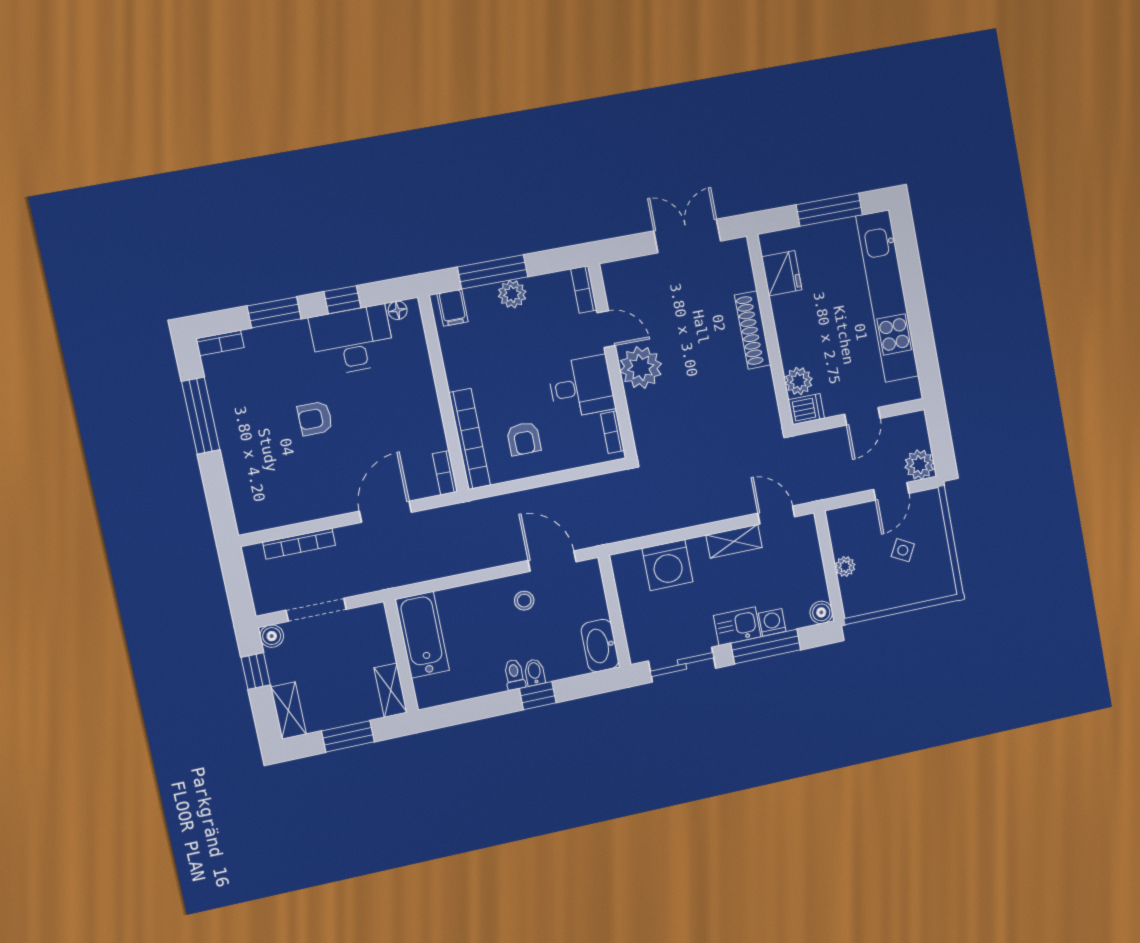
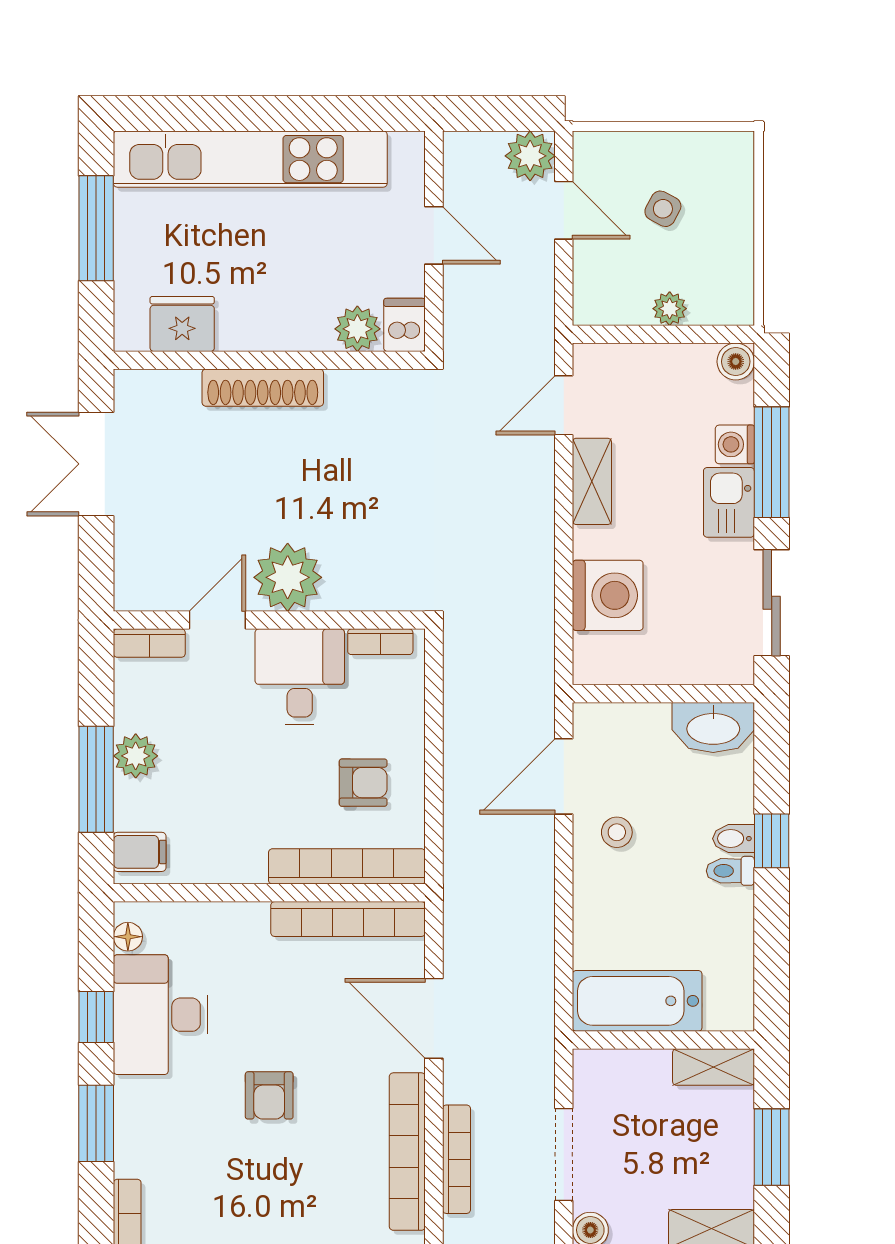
bookcase: (445, 473) -> (348, 919), width x2.31, depth x1.31
bookcase: (297, 512) -> (407, 1152), added

